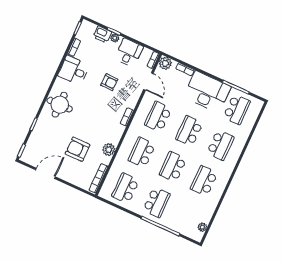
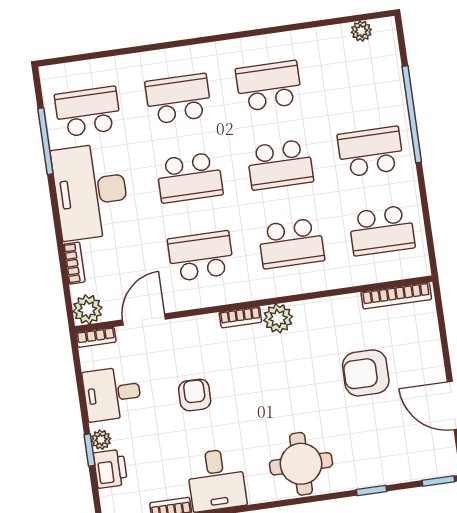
school desk: (158, 117) -> (201, 256), turned 180
armchair: (78, 149) -> (366, 373), turned 90
plant: (109, 150) -> (278, 318), moved
school desk: (204, 181) -> (269, 86), turned 180

